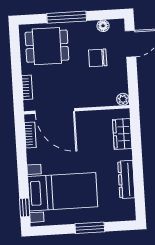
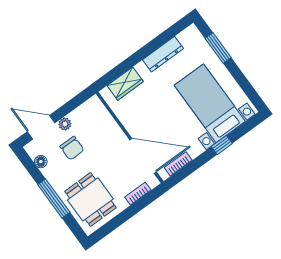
plant: (123, 99) -> (65, 124), moved
door: (55, 111) -> (143, 156), hinge flipped
window: (25, 207) -> (222, 145), moved
window: (90, 228) -> (218, 48), moved

